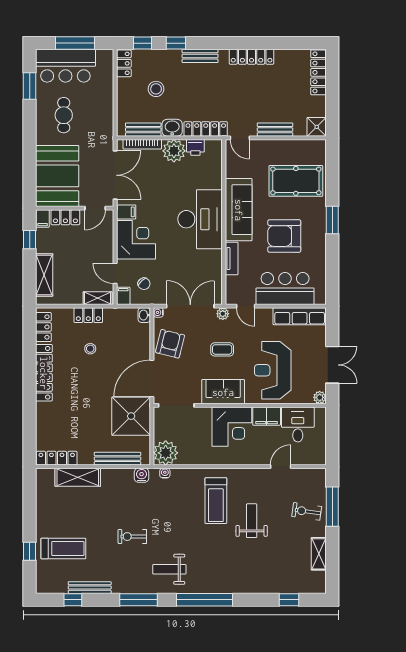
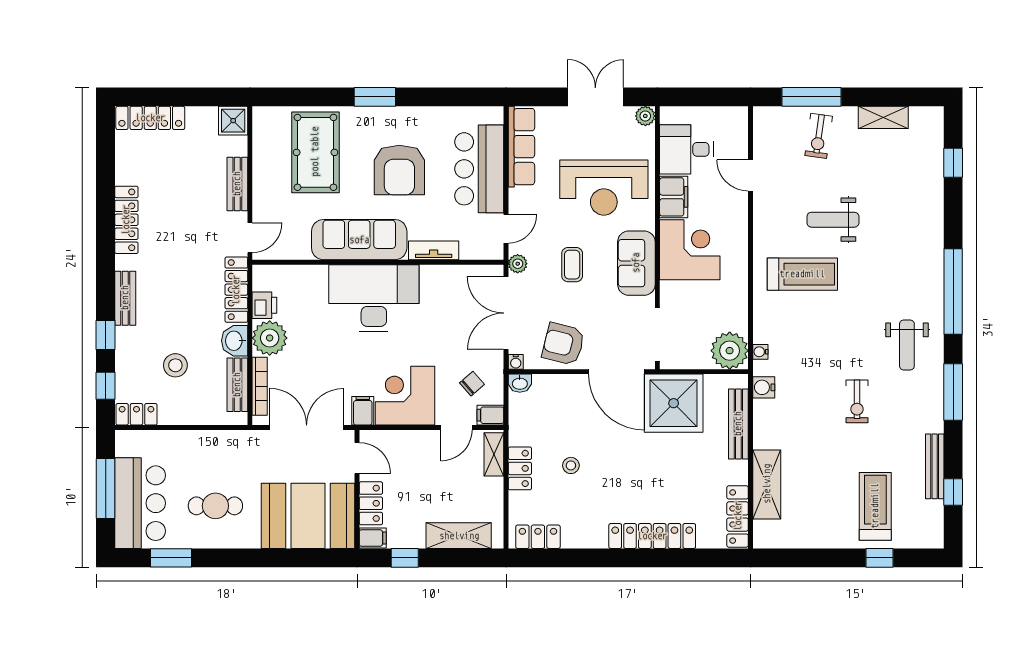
locker: (44, 373) -> (652, 536), moved

